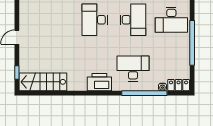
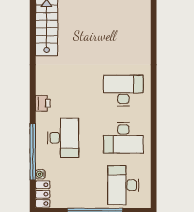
printer: (99, 82) -> (43, 103), width x0.53, depth x0.68

